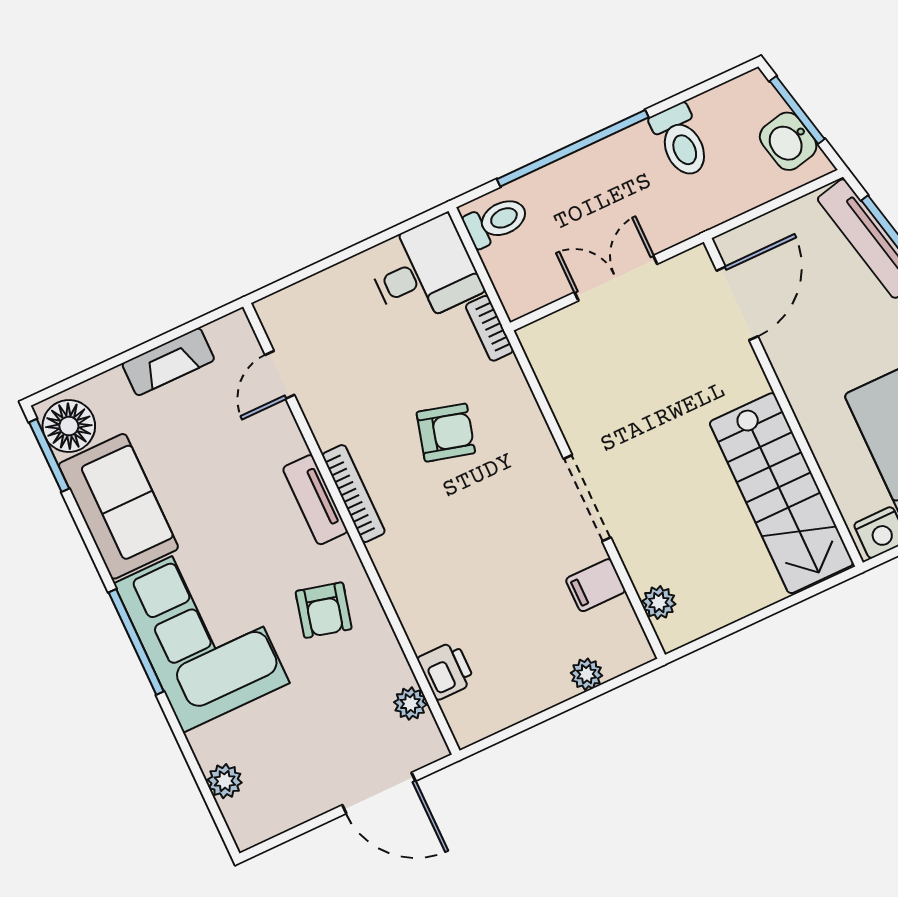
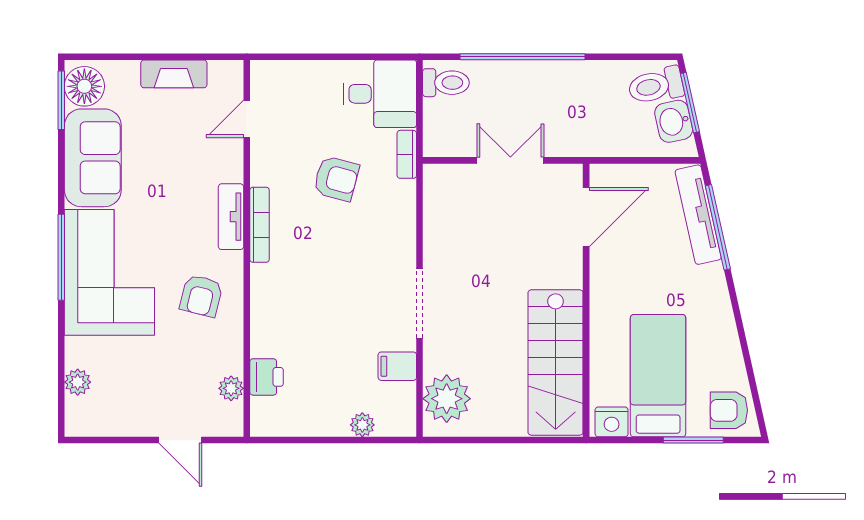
toilet: (681, 141) -> (656, 86), moved, turned 77
armchair: (446, 433) -> (336, 179), moved
plant: (659, 603) -> (447, 399), width x1.87, depth x1.87
door: (379, 793) -> (180, 440), width x0.73

